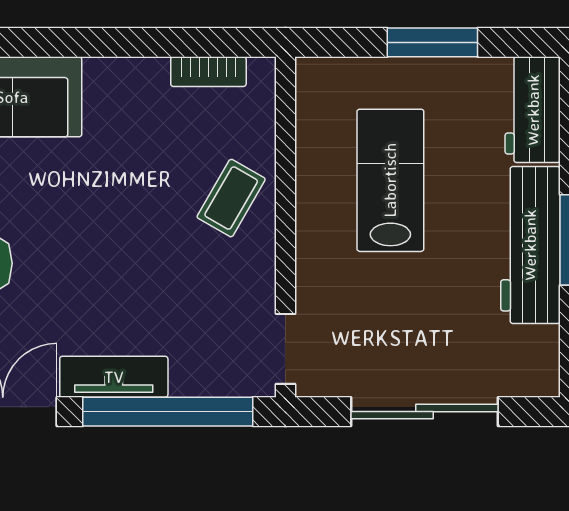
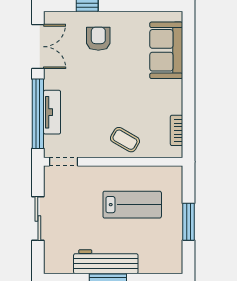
workbench: (533, 110) -> (161, 263), removed
tv unit: (114, 377) -> (52, 112), moved
sliding door: (424, 412) -> (38, 219), width x0.73

